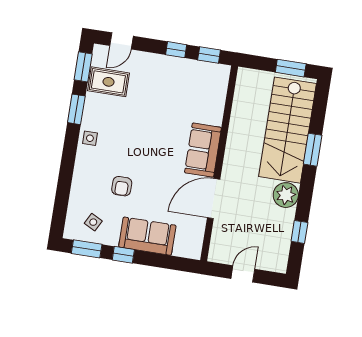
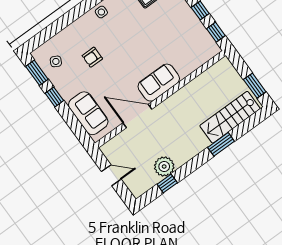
stairs: (288, 130) -> (230, 117), width x0.73, depth x0.66
plant: (286, 195) -> (164, 167), moved
sofa: (147, 236) -> (88, 113), moved

